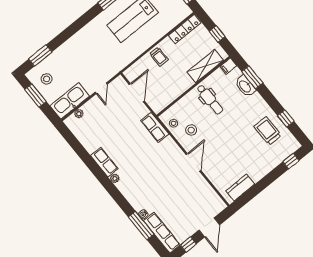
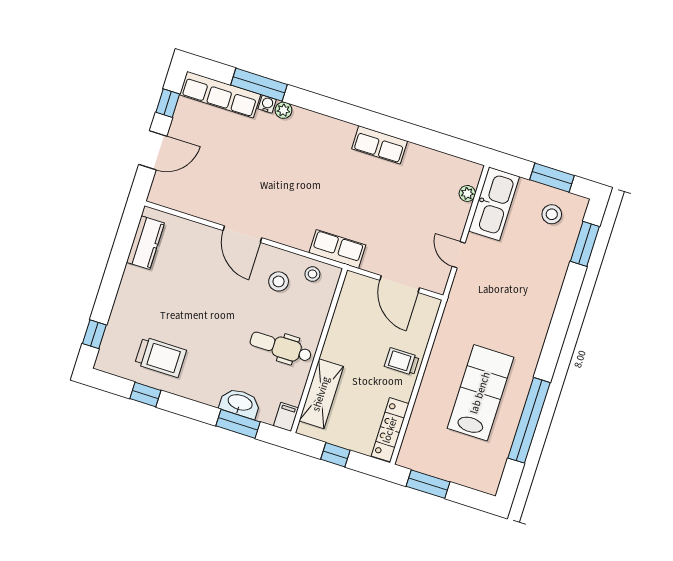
plant: (115, 178) -> (283, 110), moved
door: (209, 227) -> (153, 150), swing flipped

